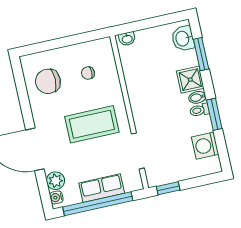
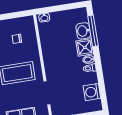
washbasin: (183, 39) -> (83, 31), moved
window: (201, 54) -> (93, 31), width x1.44
window: (214, 114) -> (99, 72), removed

